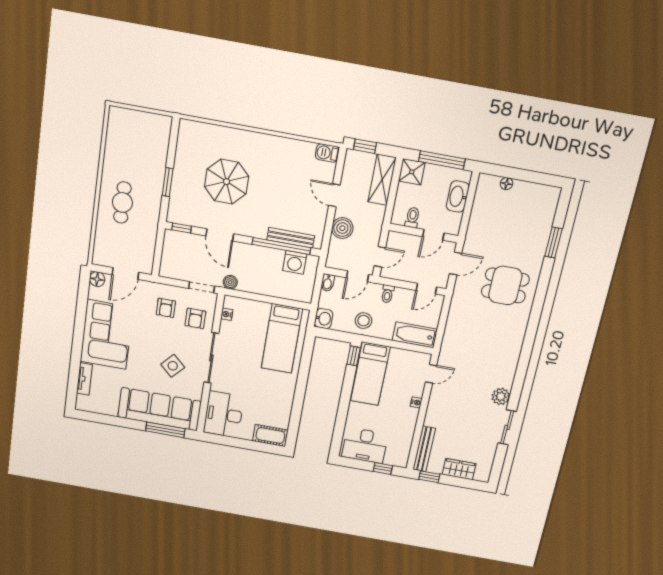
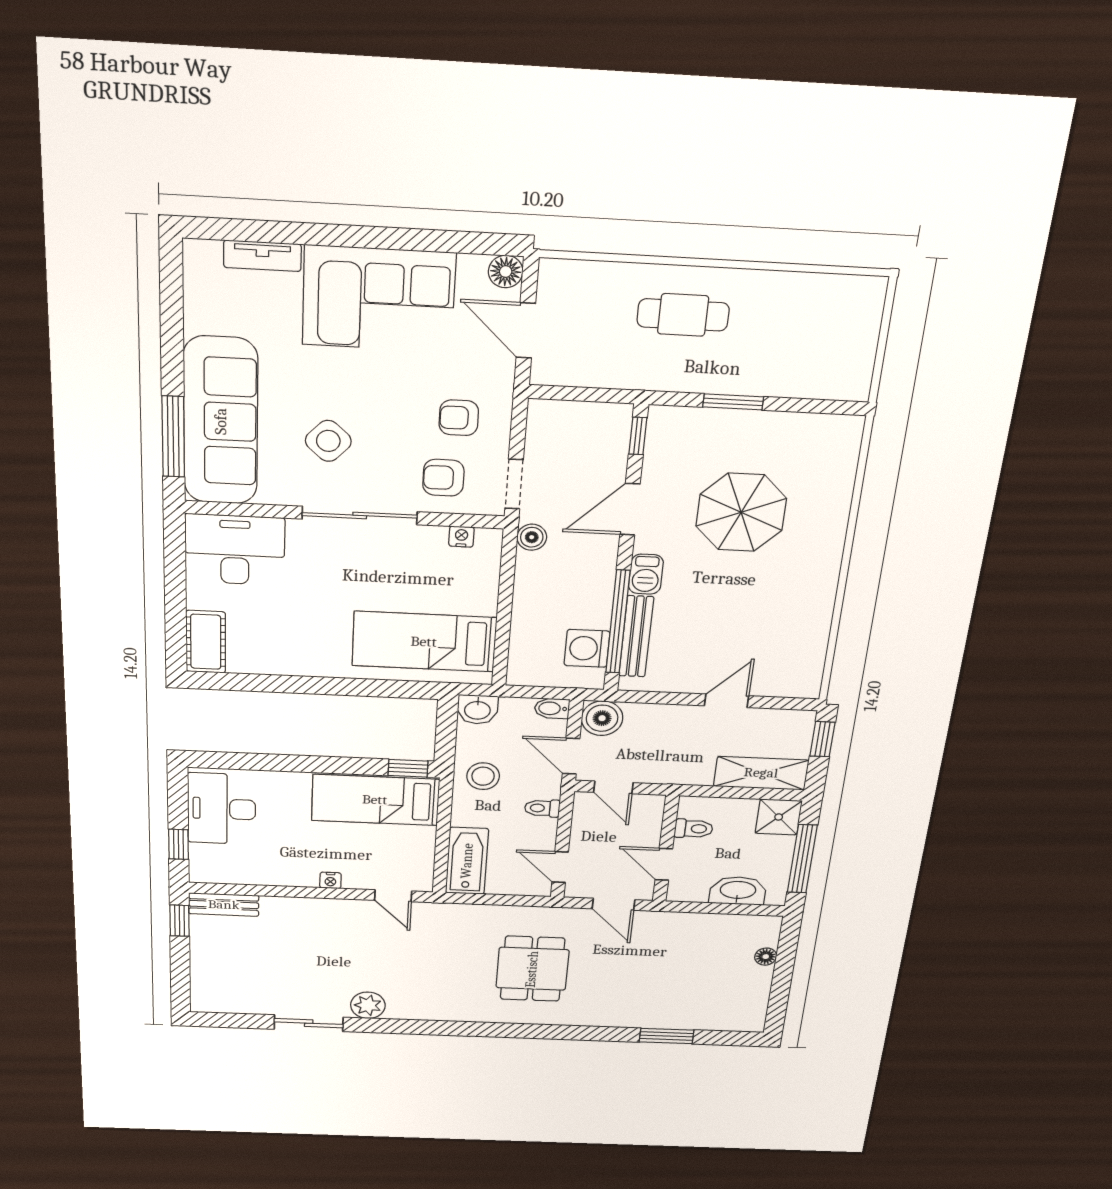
barbecue: (327, 153) -> (646, 574), moved, turned 180
boiler: (342, 228) -> (602, 718), moved
dining table: (505, 285) -> (532, 969), moved
bench: (424, 449) -> (224, 905), width x0.73
wardrobe: (459, 469) -> (207, 964), removed

